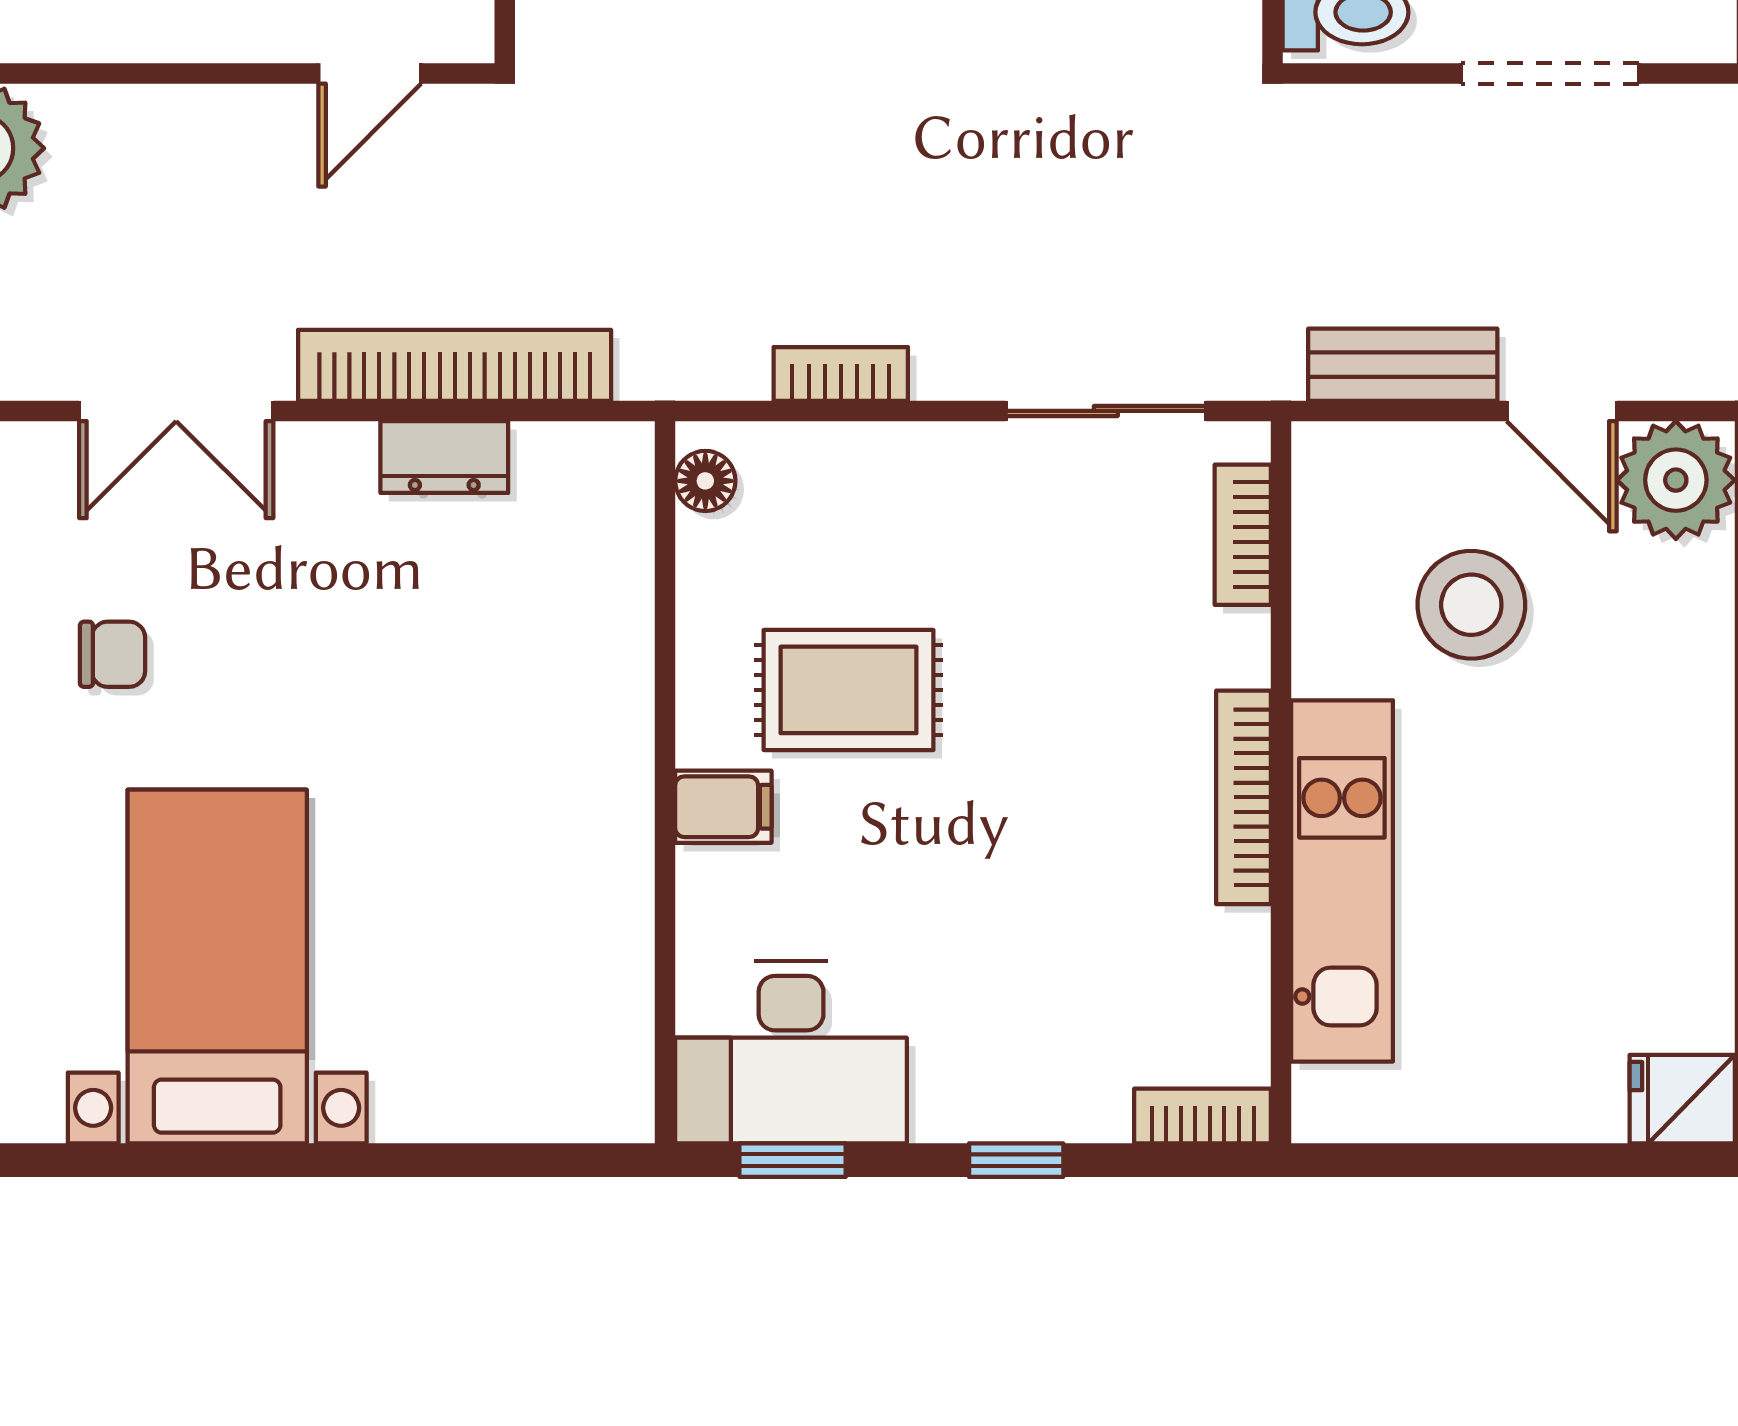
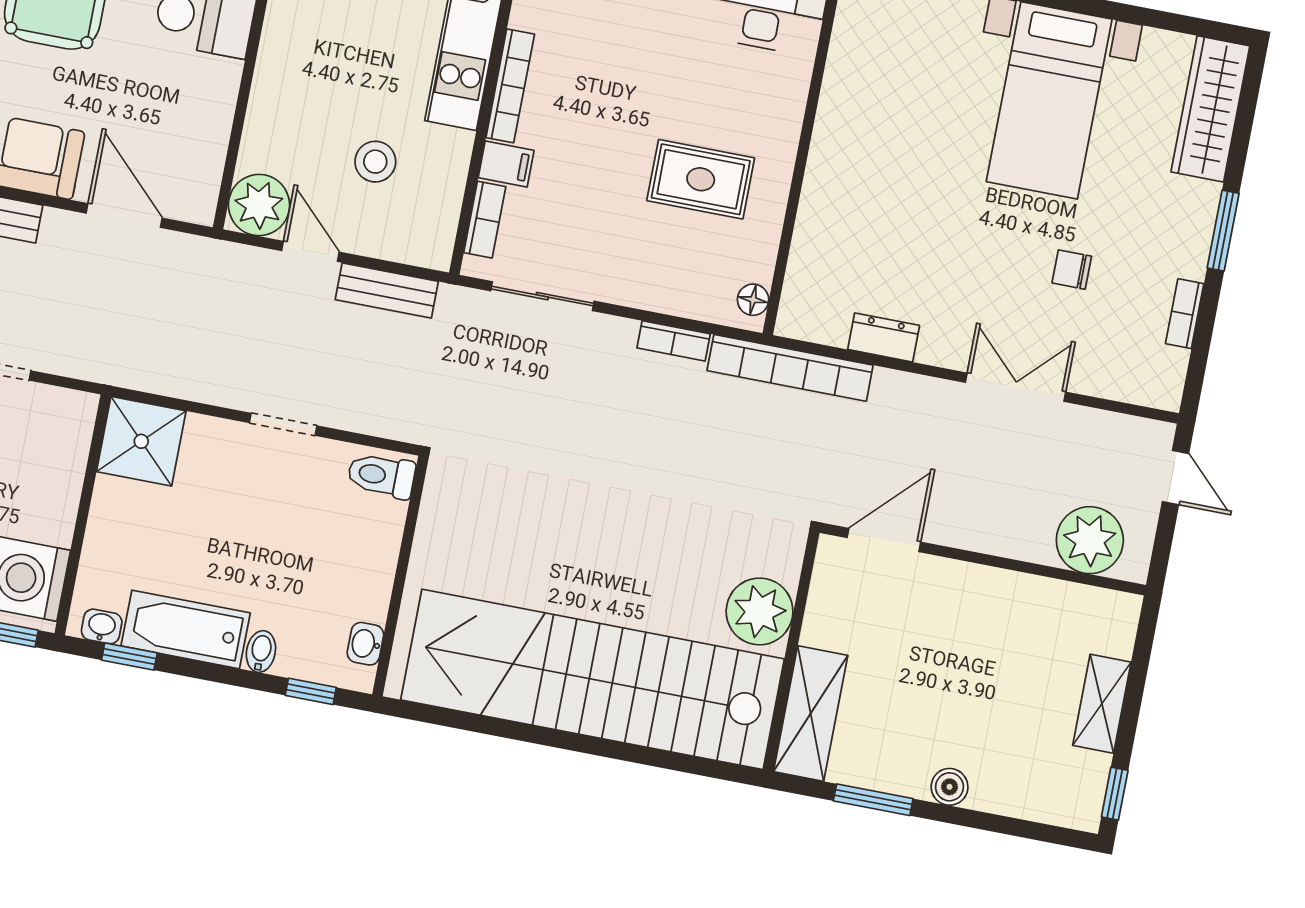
door: (370, 73) -> (884, 540), width x1.37
doorway: (1550, 73) -> (283, 424), width x0.73
bookcase: (455, 365) -> (790, 368), moved
stool: (1471, 605) -> (375, 162), width x0.73, depth x0.73
filing cabinet: (723, 807) -> (506, 164), moved, turned 180

